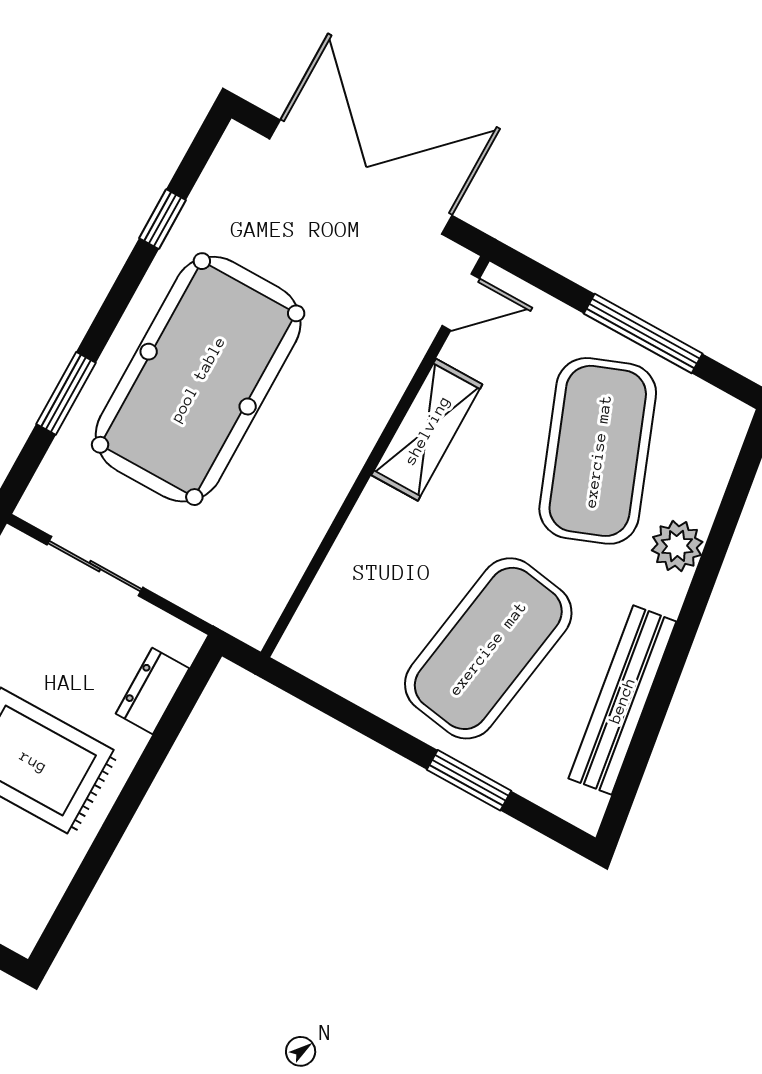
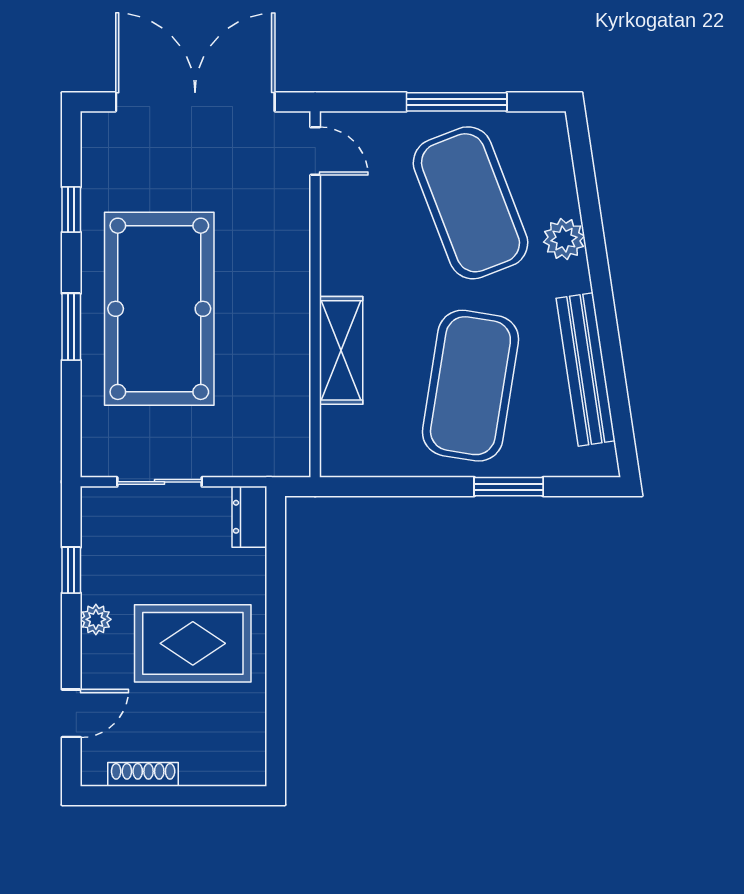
door: (461, 302) -> (315, 151), hinge flipped
window: (66, 393) -> (71, 327), moved
shelving: (427, 430) -> (341, 350), moved
dresser: (152, 691) -> (249, 517), moved

